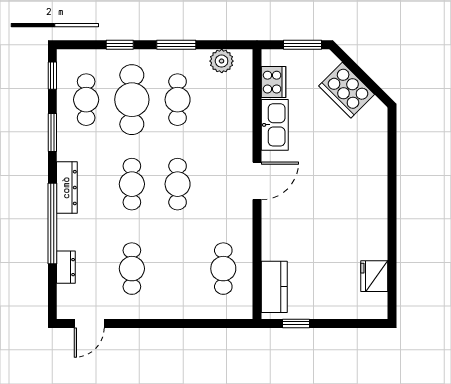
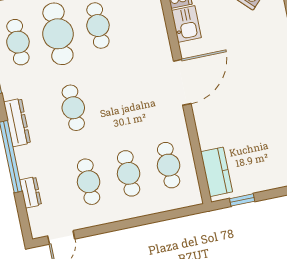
kitchen sink: (275, 125) -> (186, 24), width x0.73
door: (257, 181) -> (182, 82), width x1.36
cafe table: (178, 184) -> (129, 173), moved

